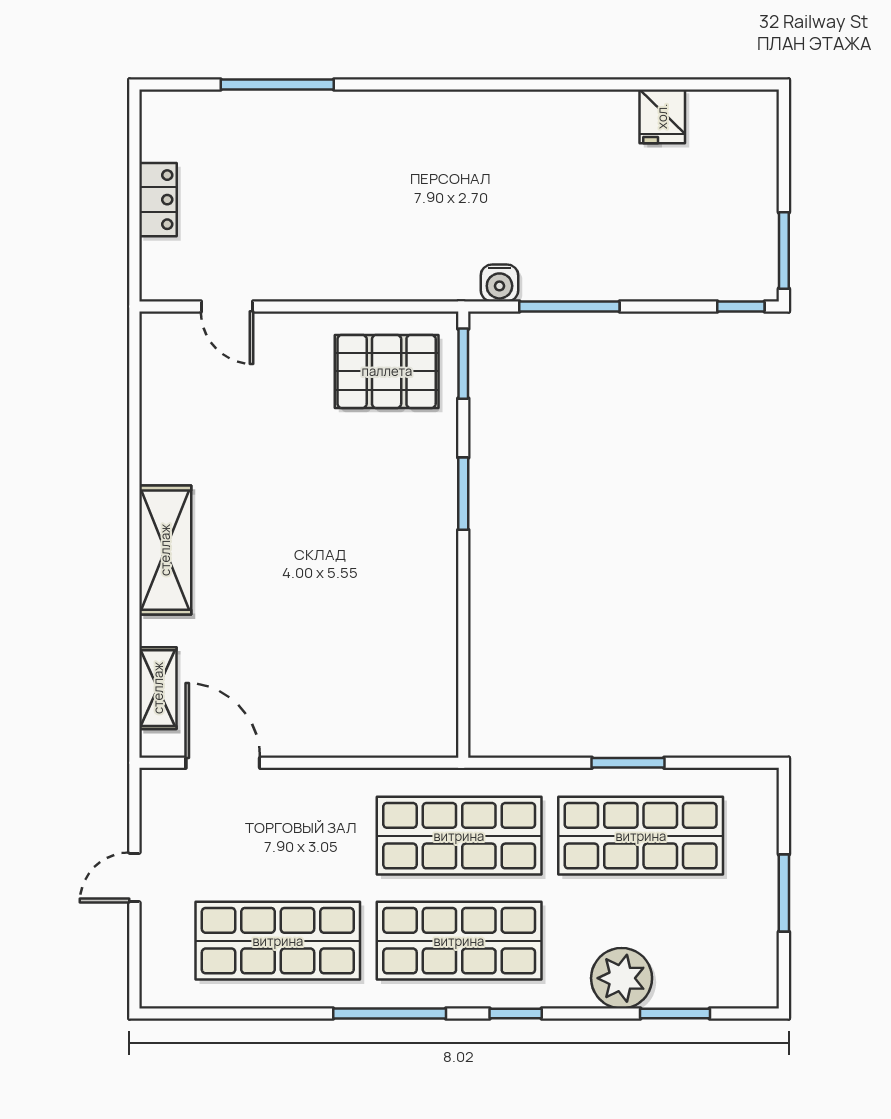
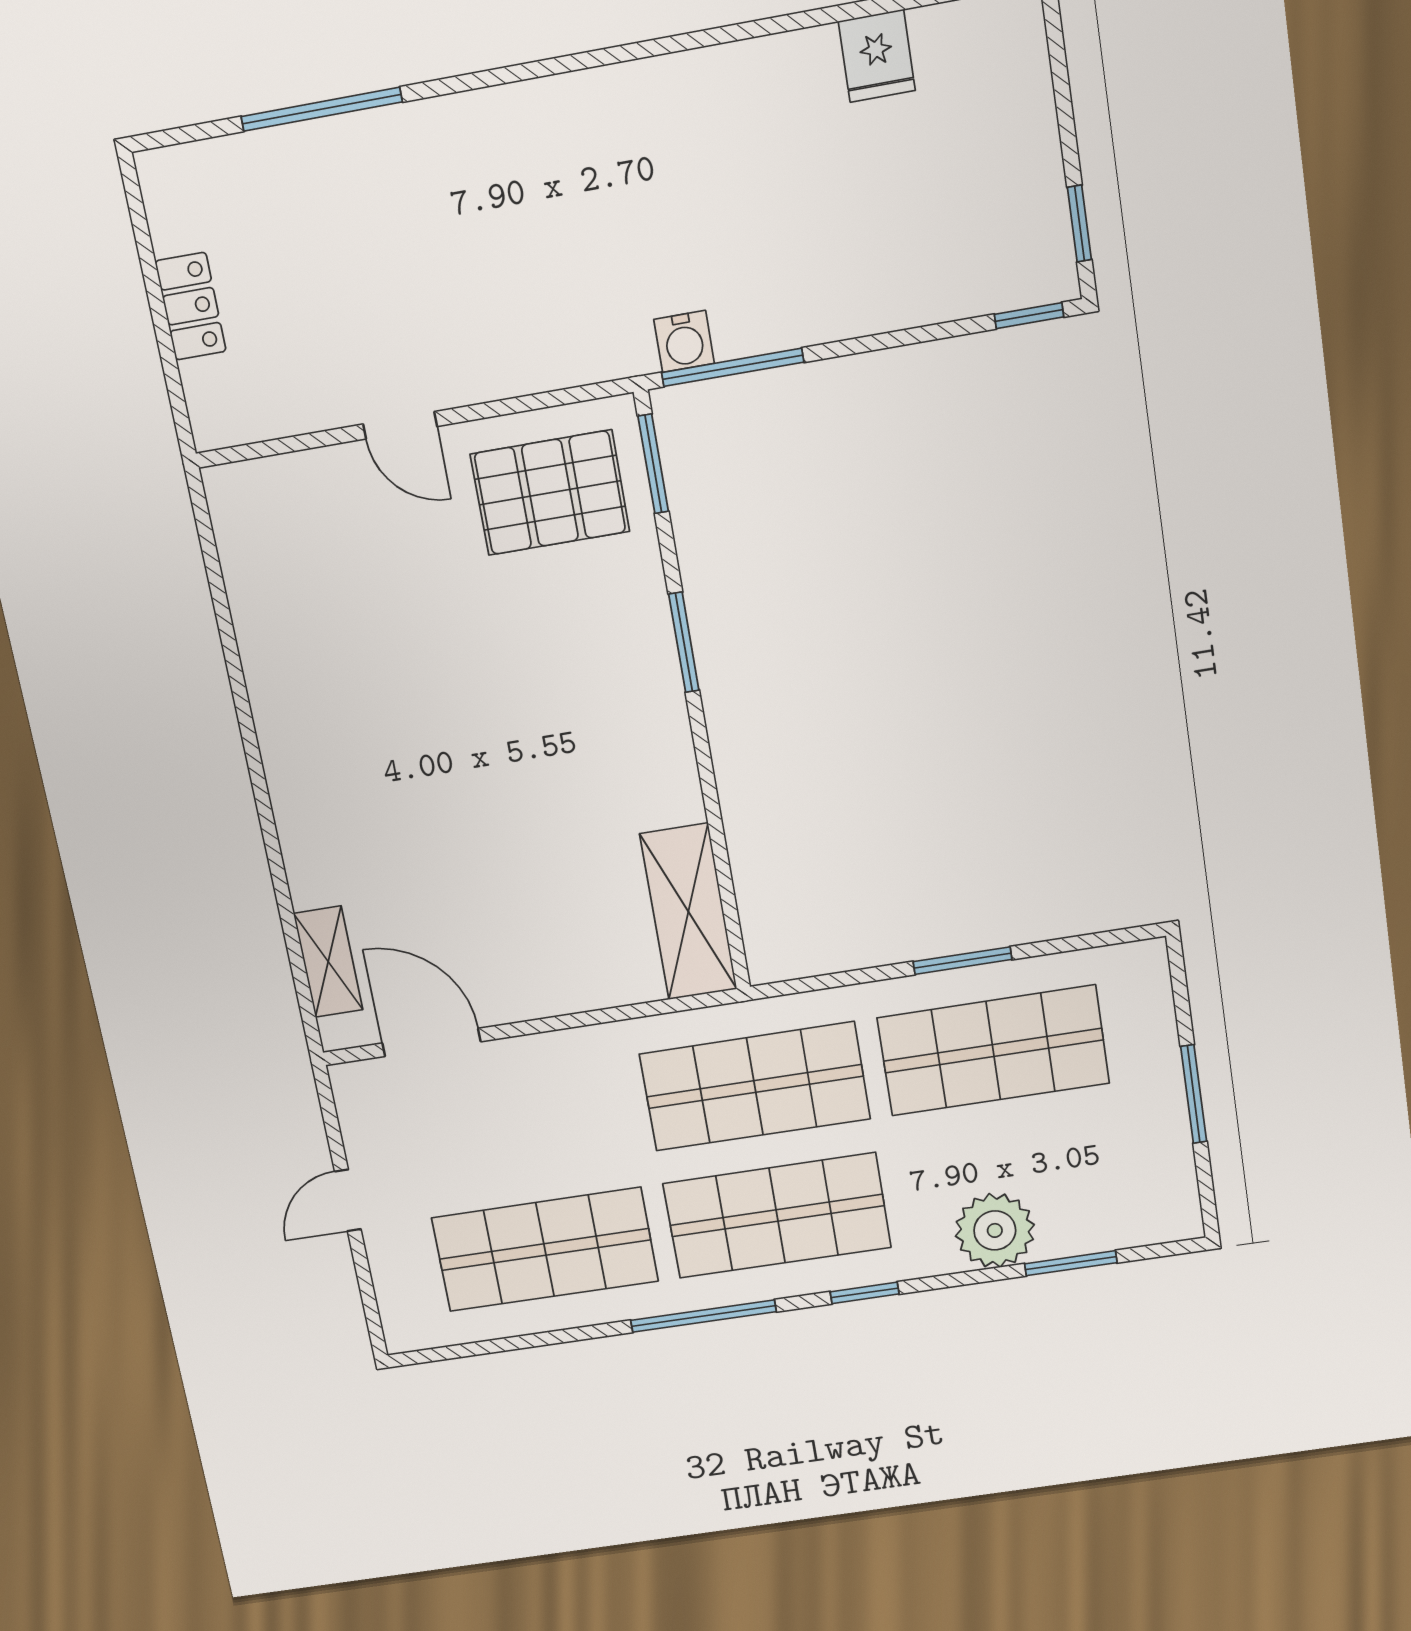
window: (784, 250) -> (1079, 224), width x0.67
door: (227, 306) -> (400, 425), moved
window: (569, 306) -> (733, 367), moved
shelving: (165, 550) -> (688, 912), moved

